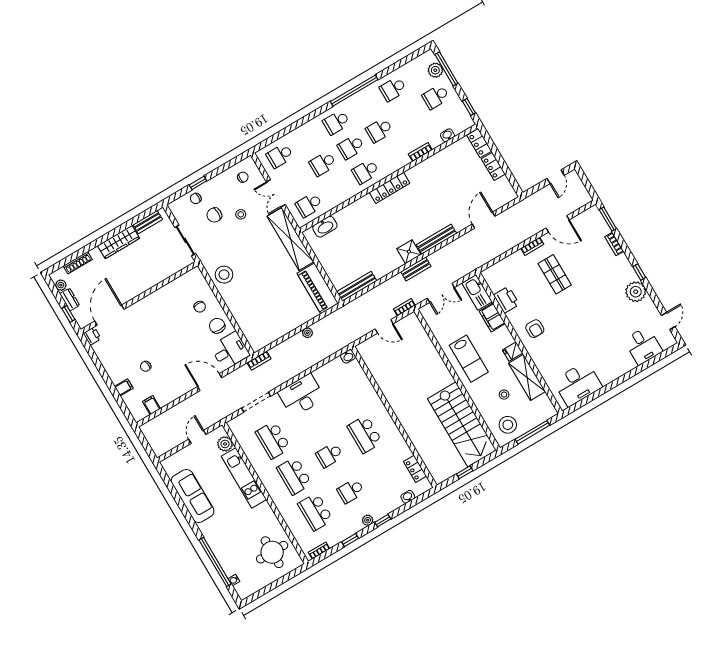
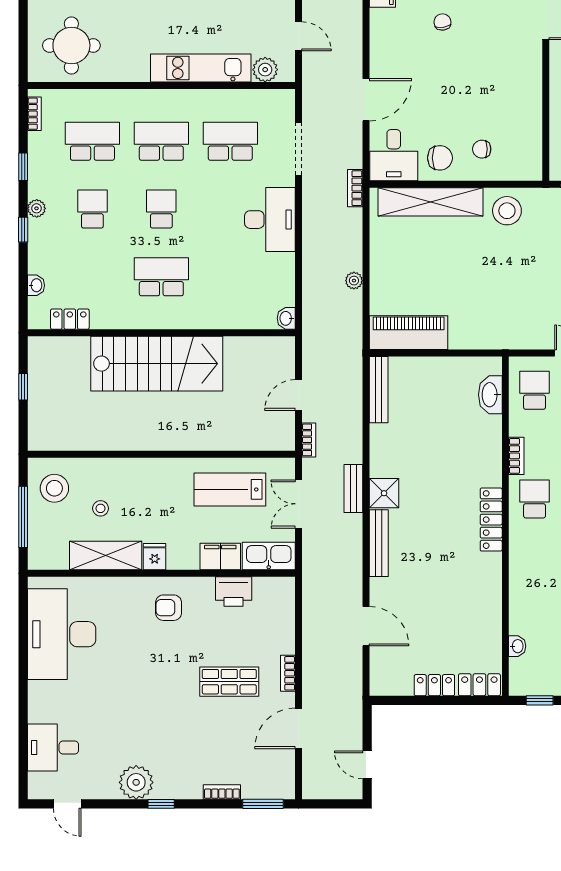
bookcase: (420, 152) -> (516, 456), moved
shelving: (290, 239) -> (431, 202), moved
lab bench: (469, 359) -> (230, 489), moved
desk: (578, 384) -> (62, 634), width x1.36, depth x1.30
stairs: (462, 424) -> (157, 364), moved, turned 180

